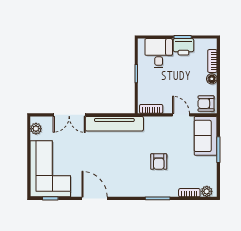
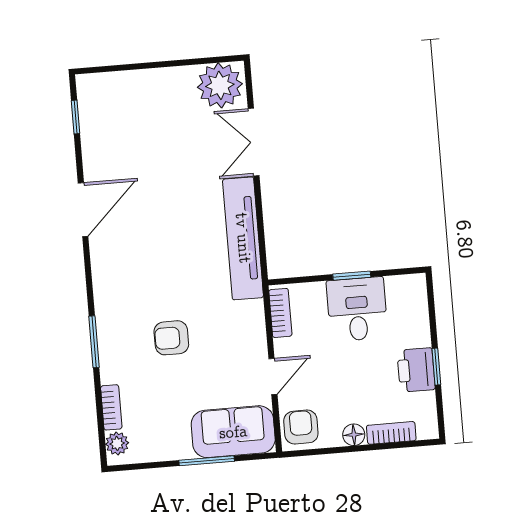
desk: (159, 53) -> (357, 309), moved, turned -90
plant: (36, 129) -> (220, 85), width x1.87, depth x1.87
corner sofa: (50, 169) -> (137, 112), removed

